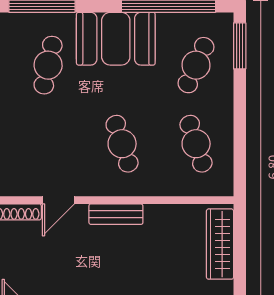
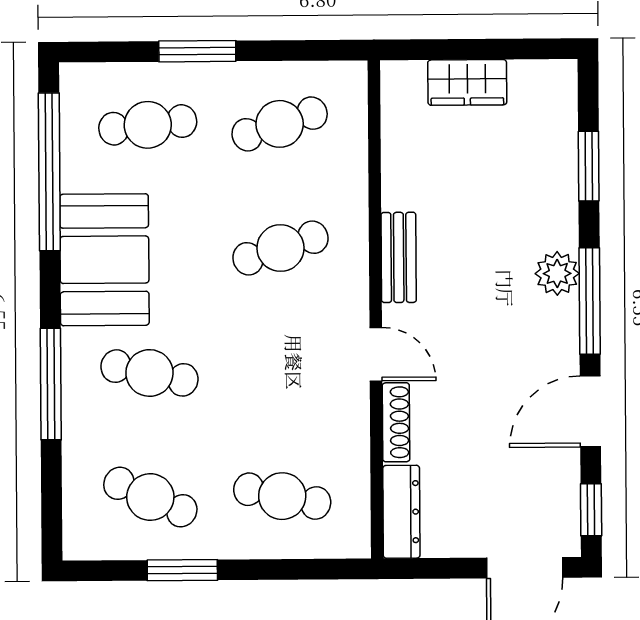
window: (240, 46) -> (197, 51), moved
cafe table: (196, 65) -> (148, 125), turned -30
wardrobe: (220, 244) -> (467, 82), width x0.67

